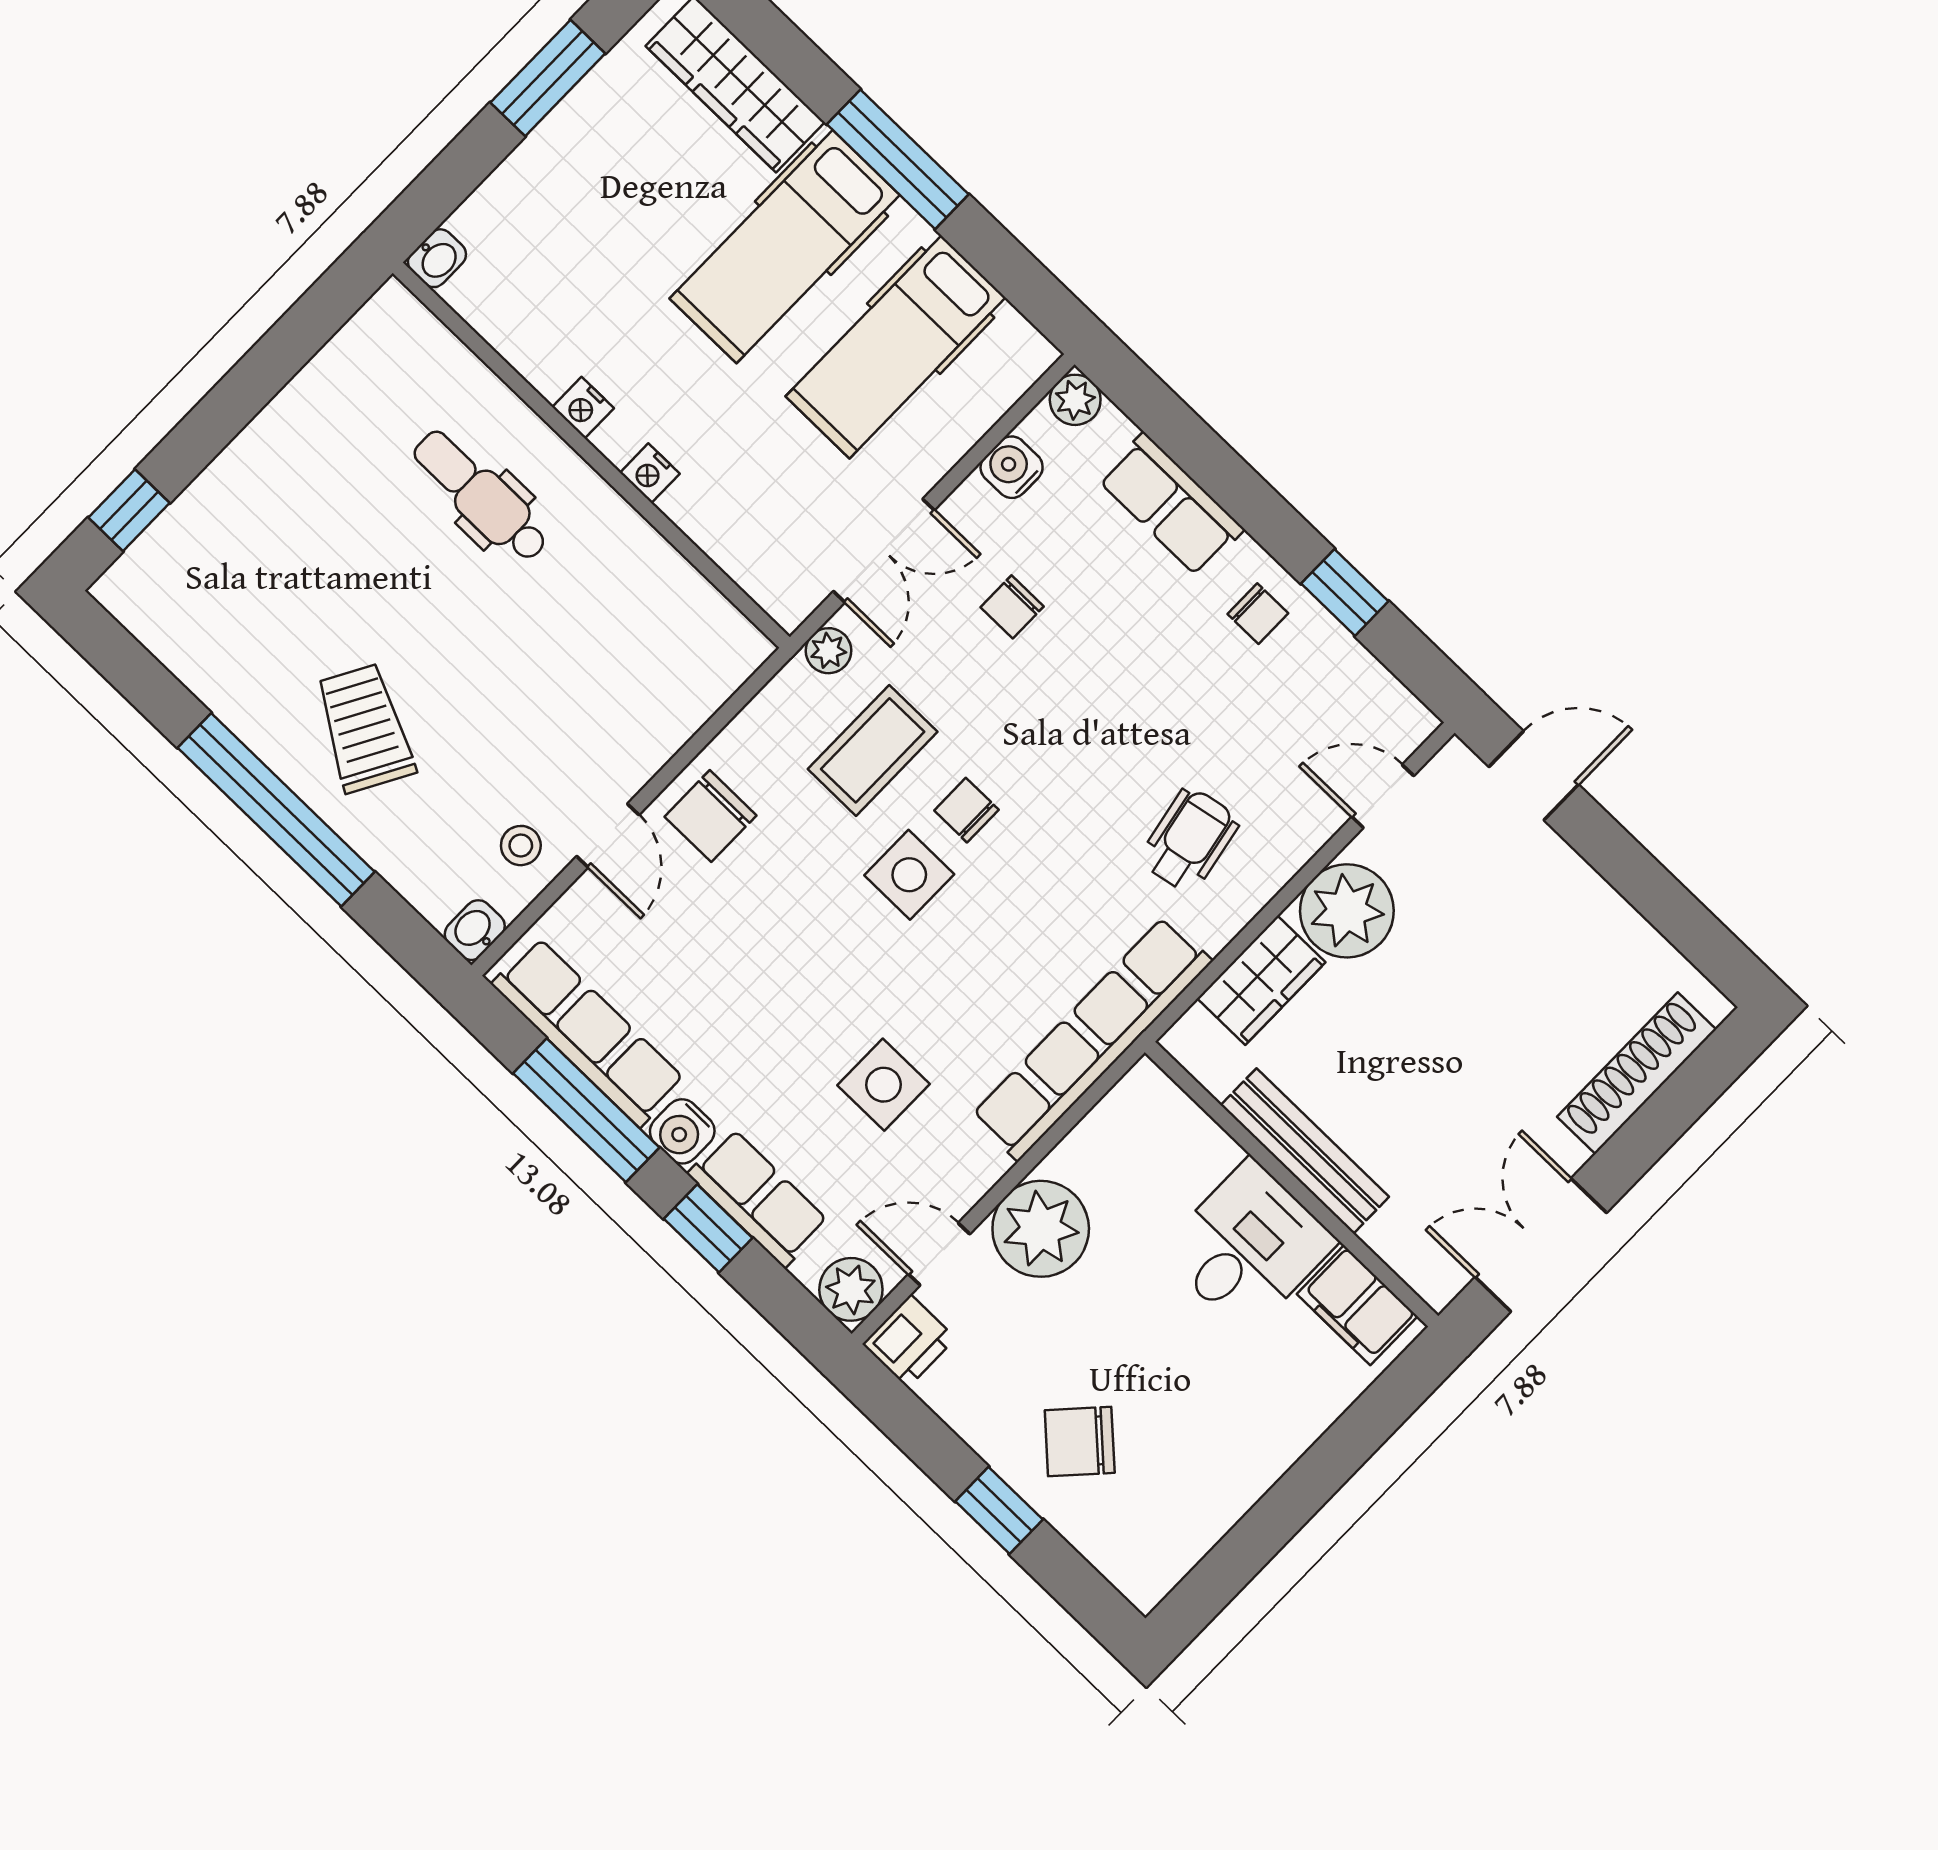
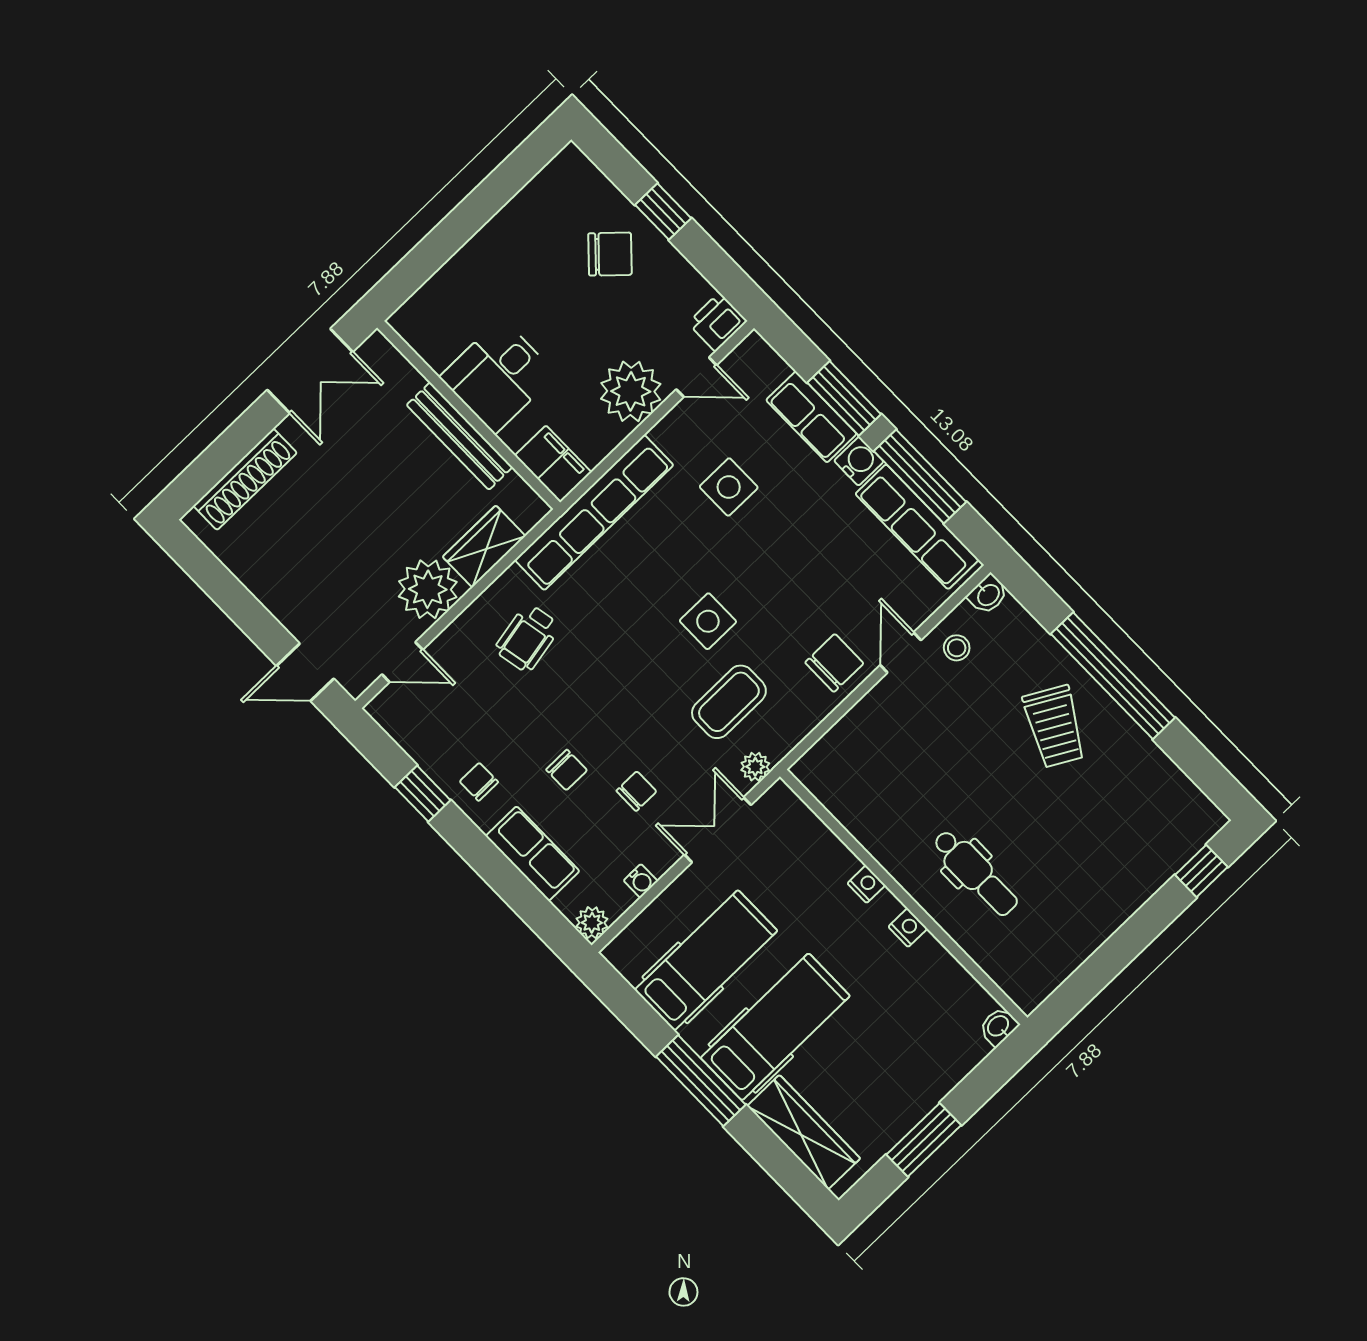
water cooler: (1012, 467) -> (641, 881), width x0.72, depth x0.72
chair: (966, 810) -> (567, 770), moved
window: (708, 1228) -> (844, 398), width x1.50
plant: (851, 1289) -> (754, 356), removed
filing cabinet: (1357, 1305) -> (553, 464), moved

